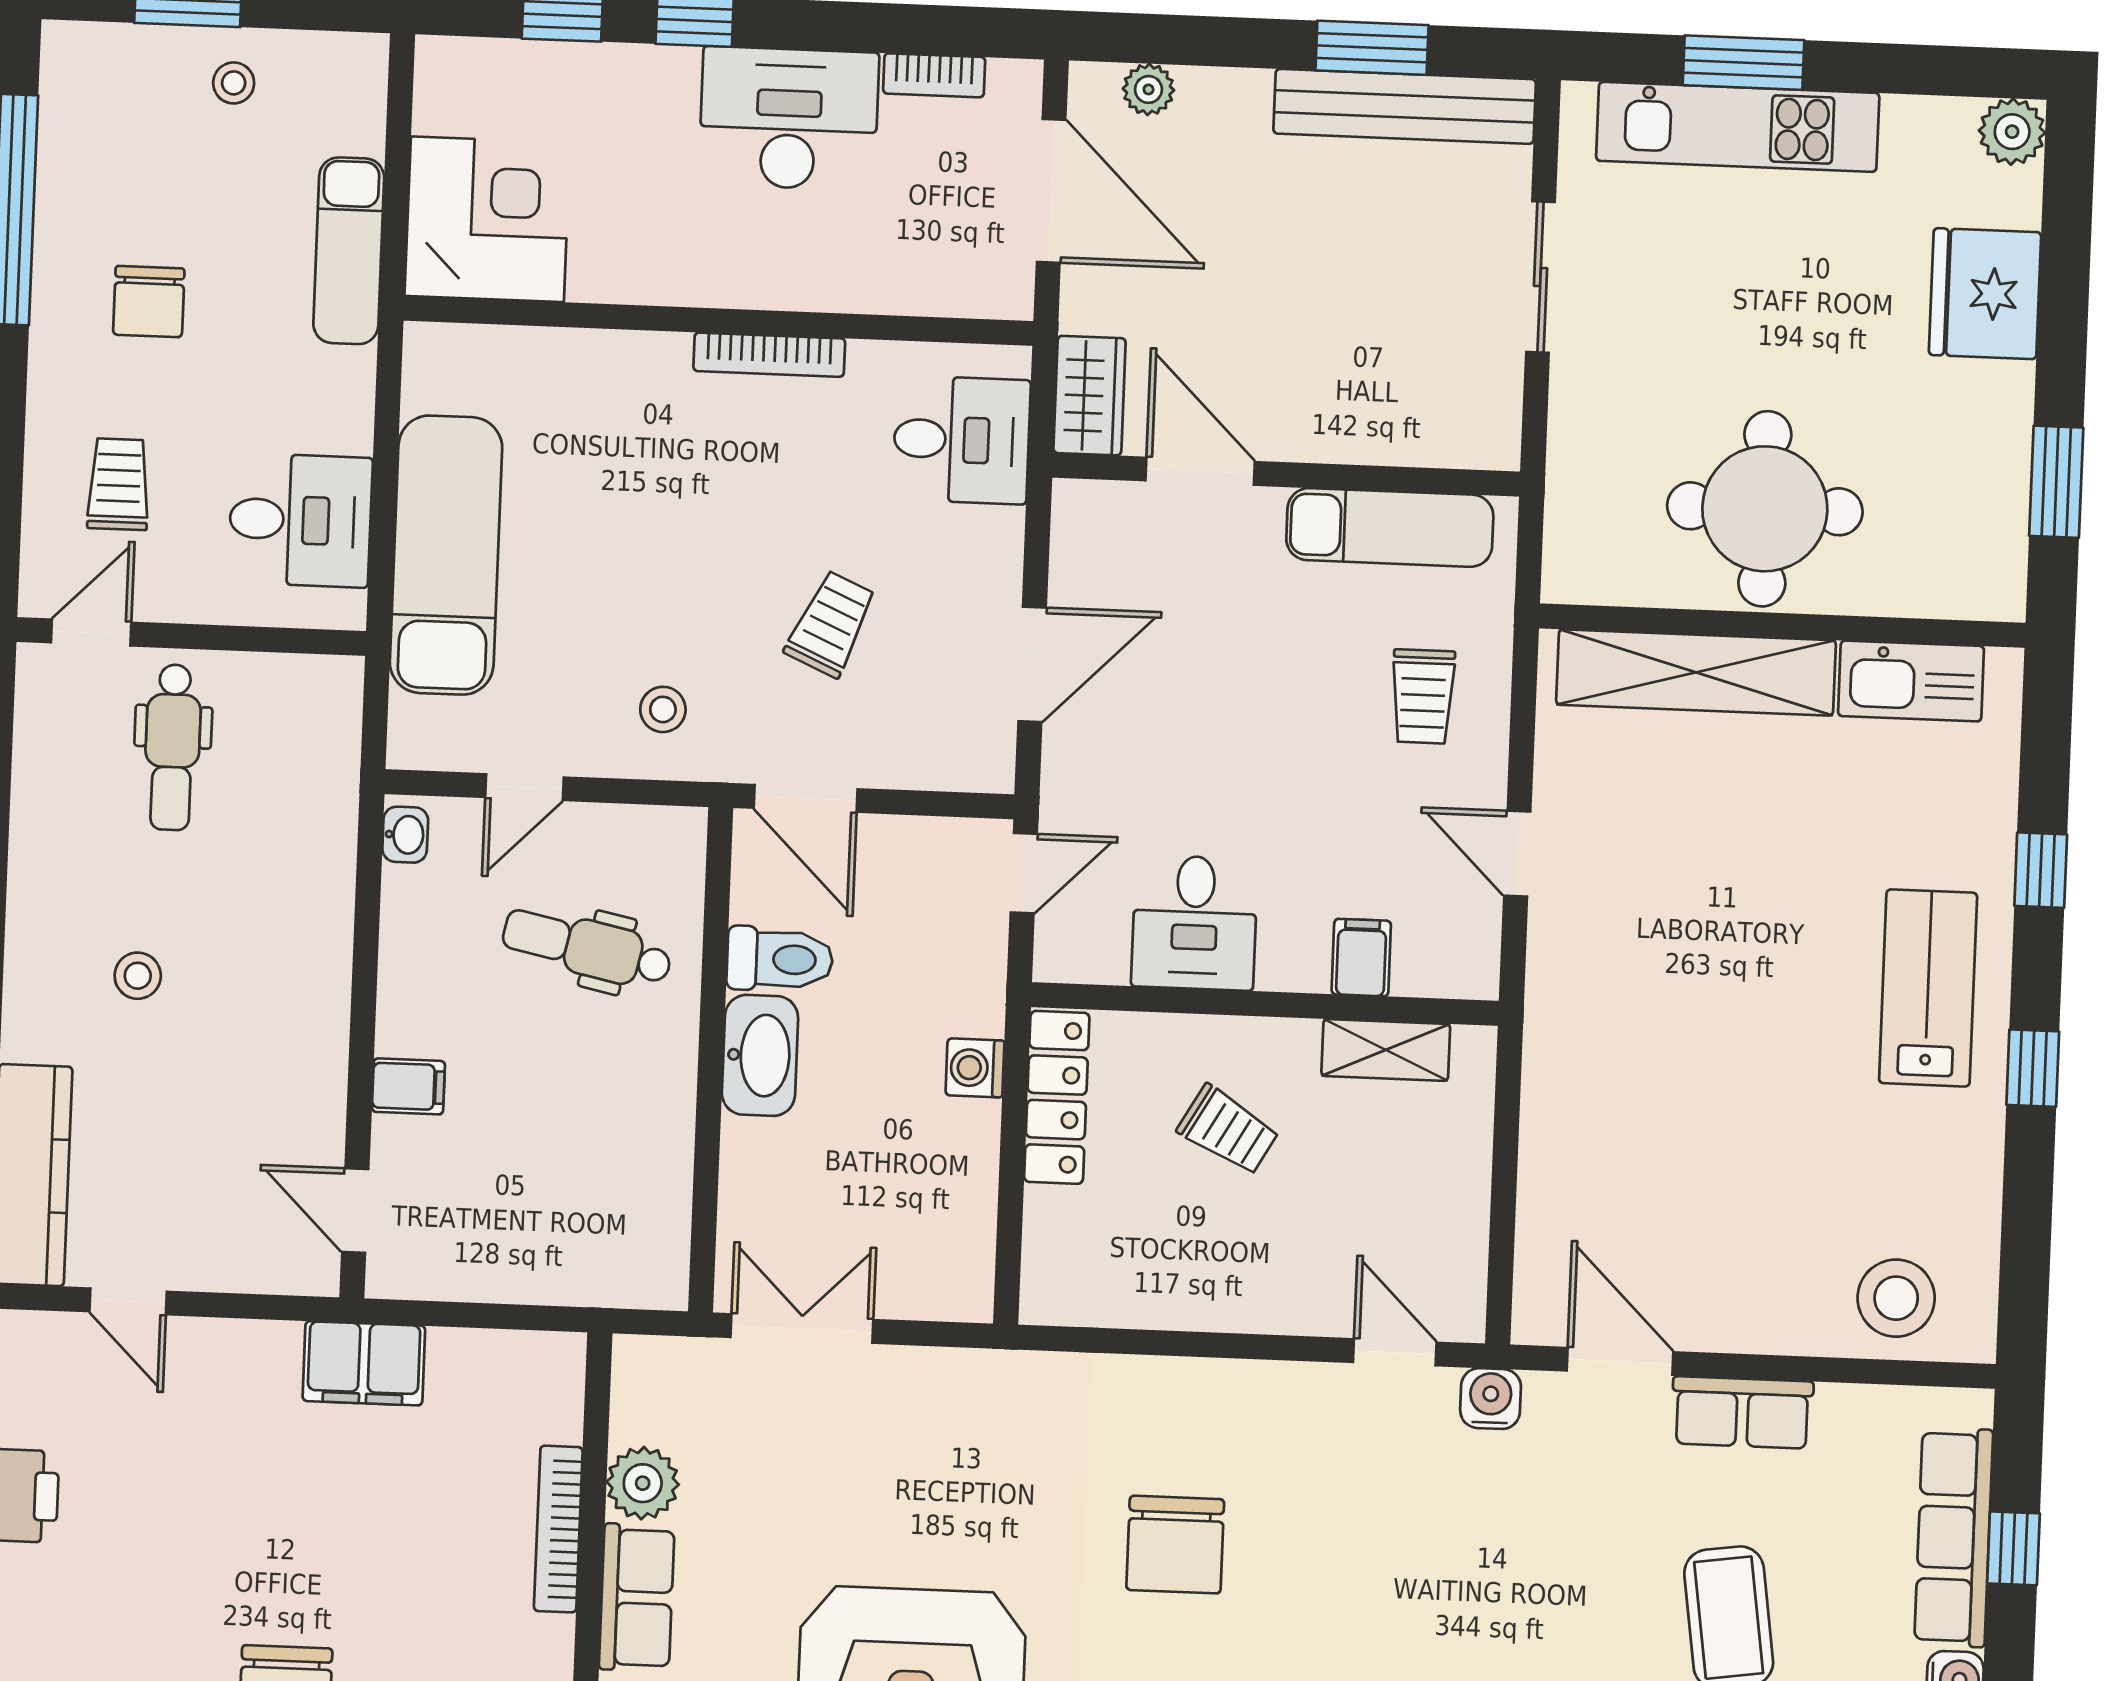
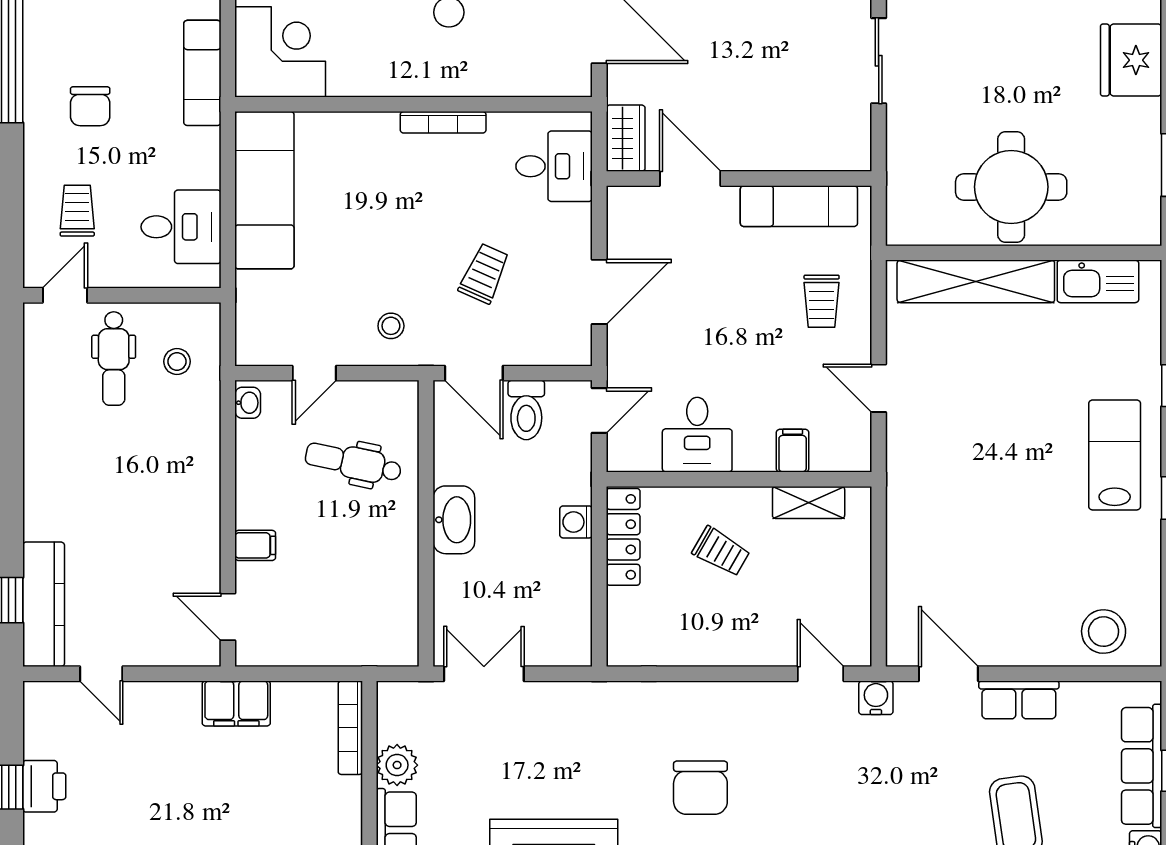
exam couch: (446, 555) -> (264, 190), moved
toilet: (780, 959) -> (526, 410), moved, turned 90
stool: (138, 976) -> (177, 361), moved
bookcase: (558, 1529) -> (350, 728), moved

